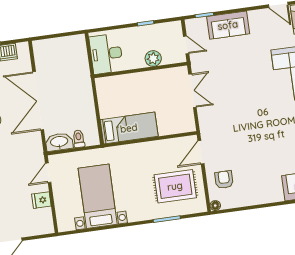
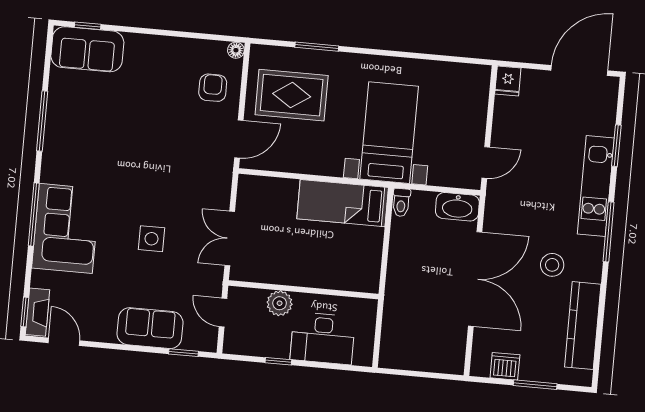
desk: (106, 54) -> (323, 338), moved, turned 90
side table: (240, 80) -> (152, 239), added
toilet: (79, 139) -> (401, 202), moved
armchair: (224, 180) -> (213, 88), turned 180
bed with nightstands: (98, 196) -> (389, 133), moved, turned 180
fridge: (41, 200) -> (508, 81), moved, turned 90

